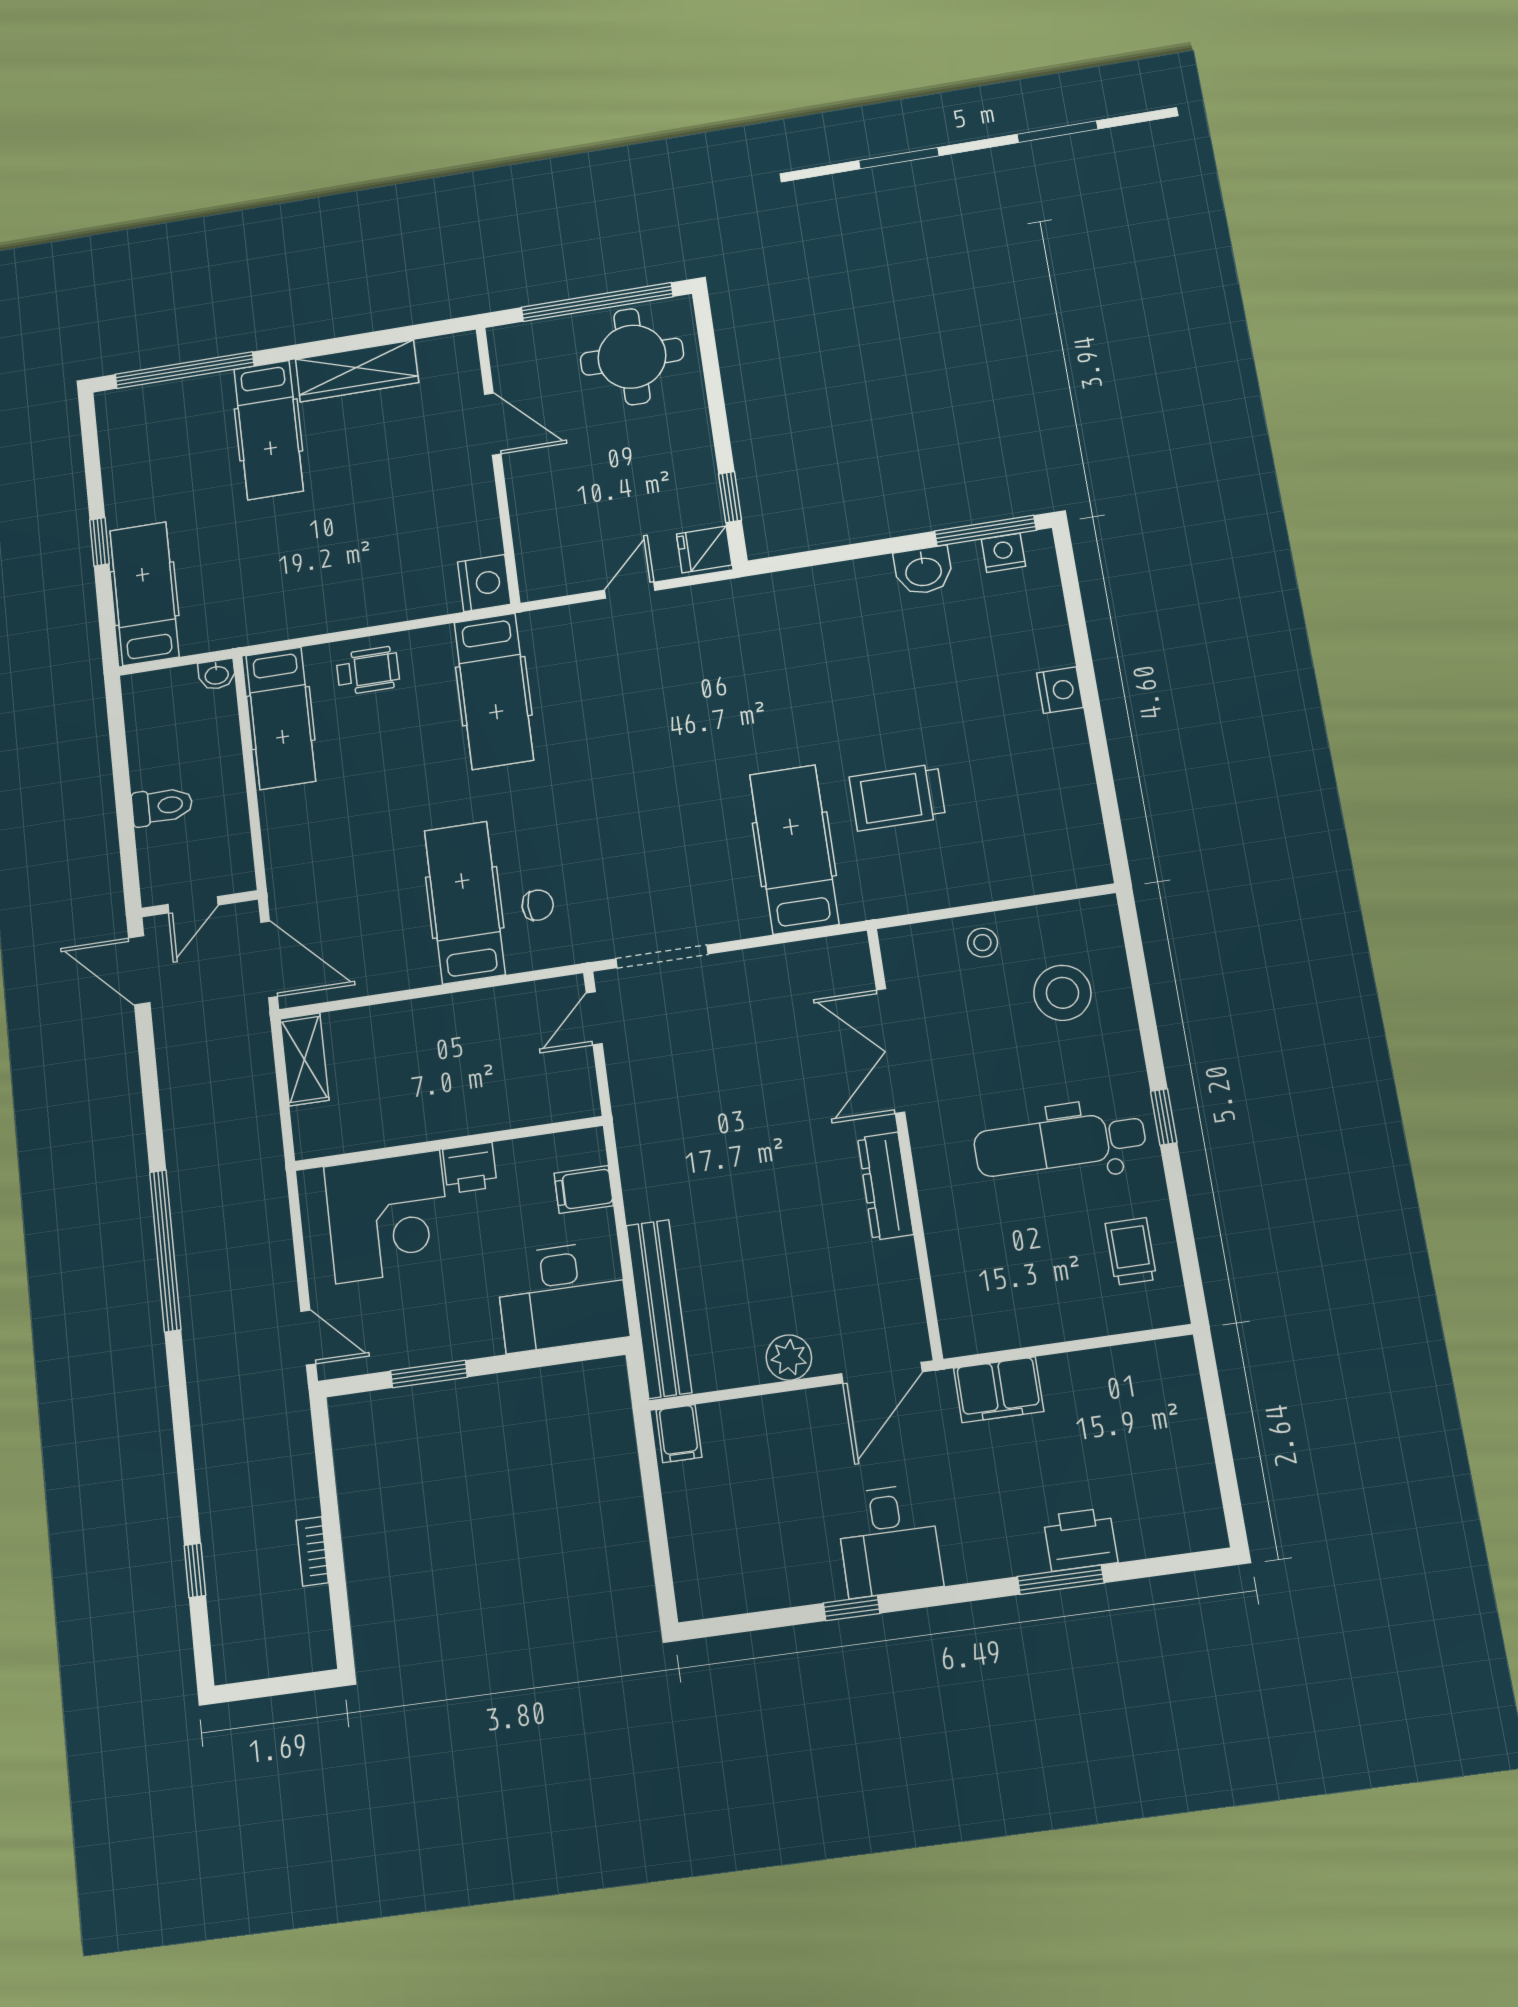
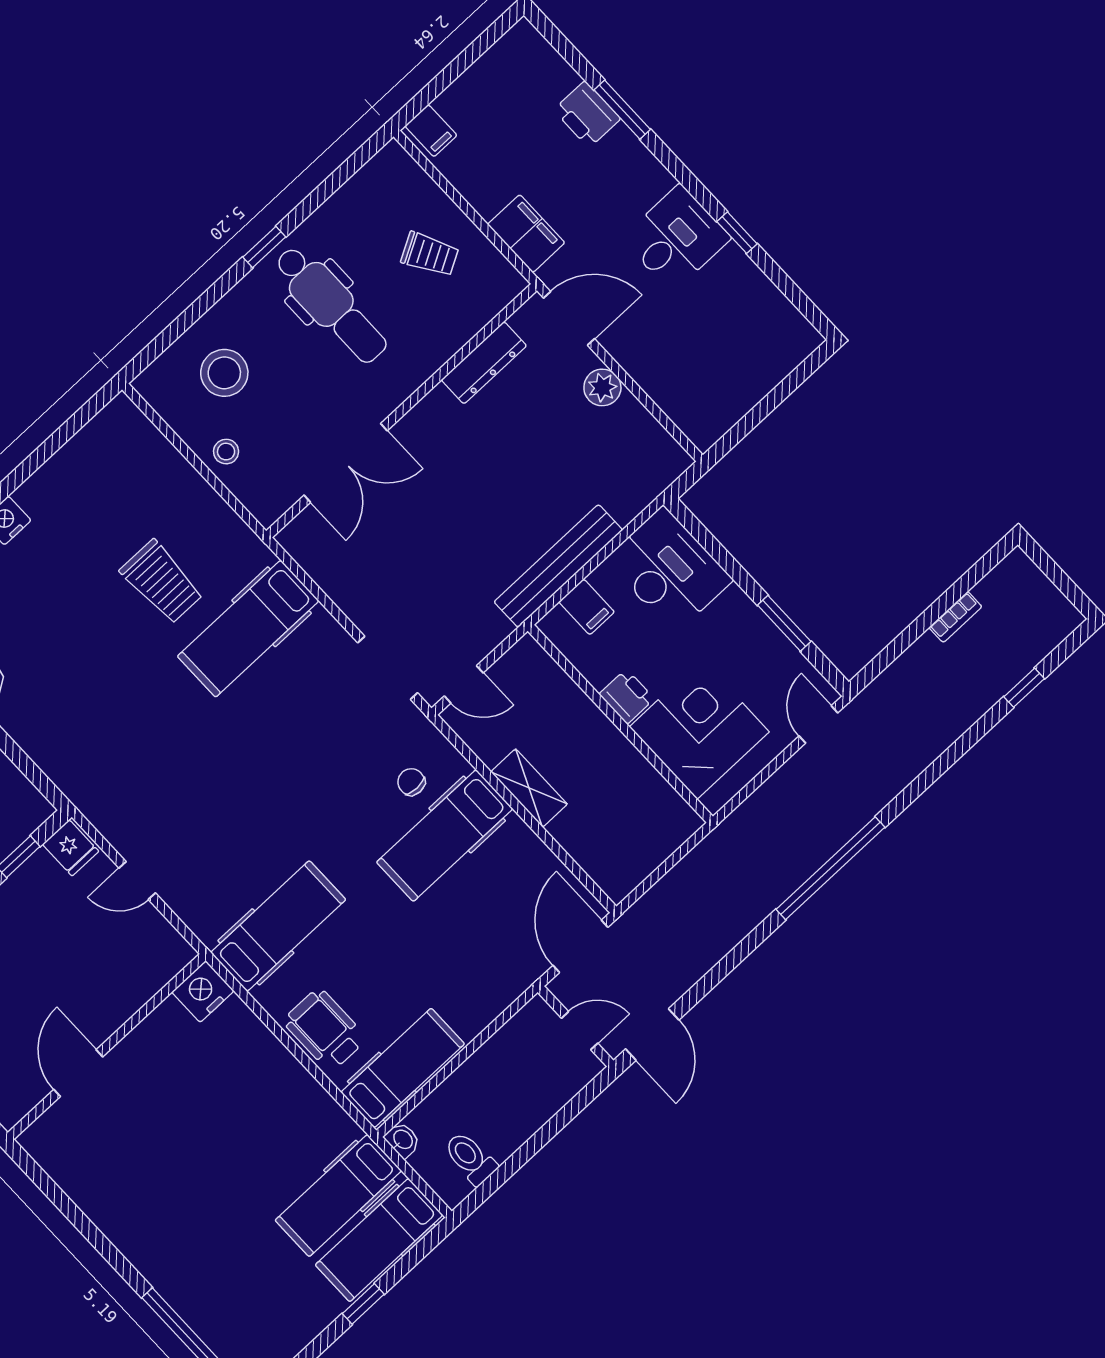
wardrobe: (357, 371) -> (105, 1206), removed
hospital bed: (268, 430) -> (338, 1195), moved, turned 180
wheelchair: (368, 671) -> (325, 1030), width x1.36, depth x1.37
toilet: (162, 806) -> (470, 1158), moved
shelving: (304, 1059) -> (529, 788), moved, turned 90
dresser: (885, 1186) -> (484, 363), moved
trolley: (1131, 1251) -> (430, 254), moved, turned -119
bench: (659, 1309) -> (558, 566), moved
filing cabinet: (679, 1434) -> (431, 131), moved, turned 90

